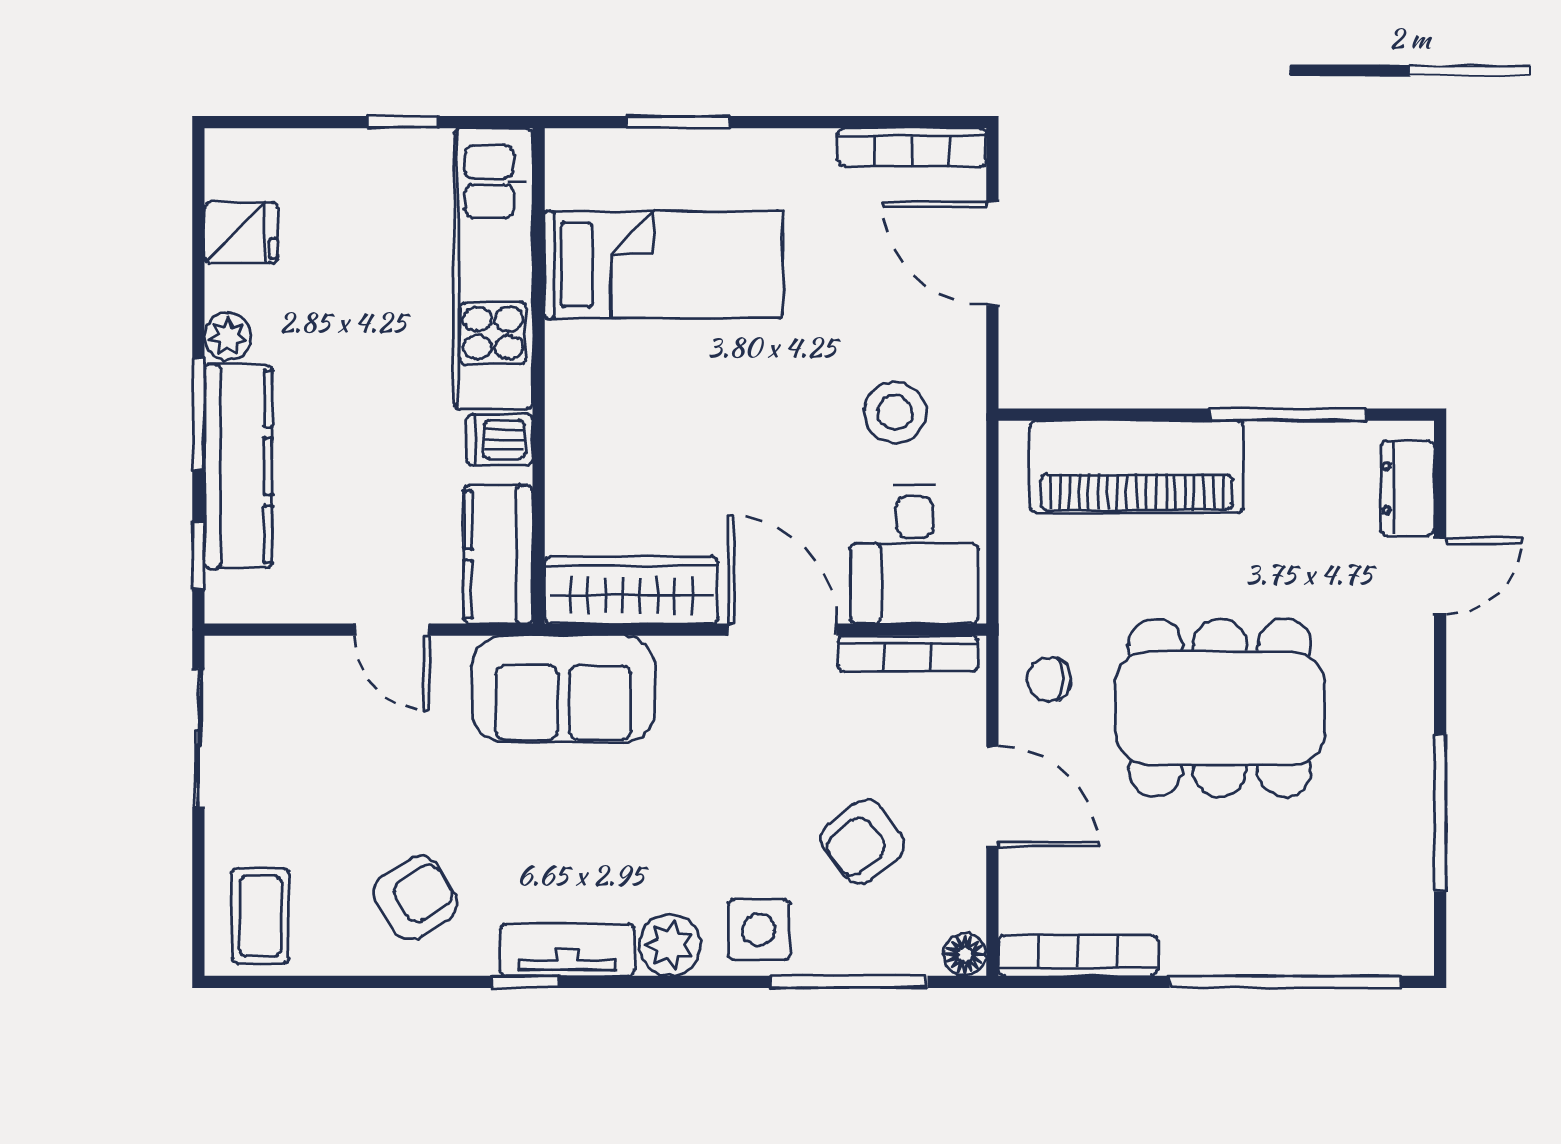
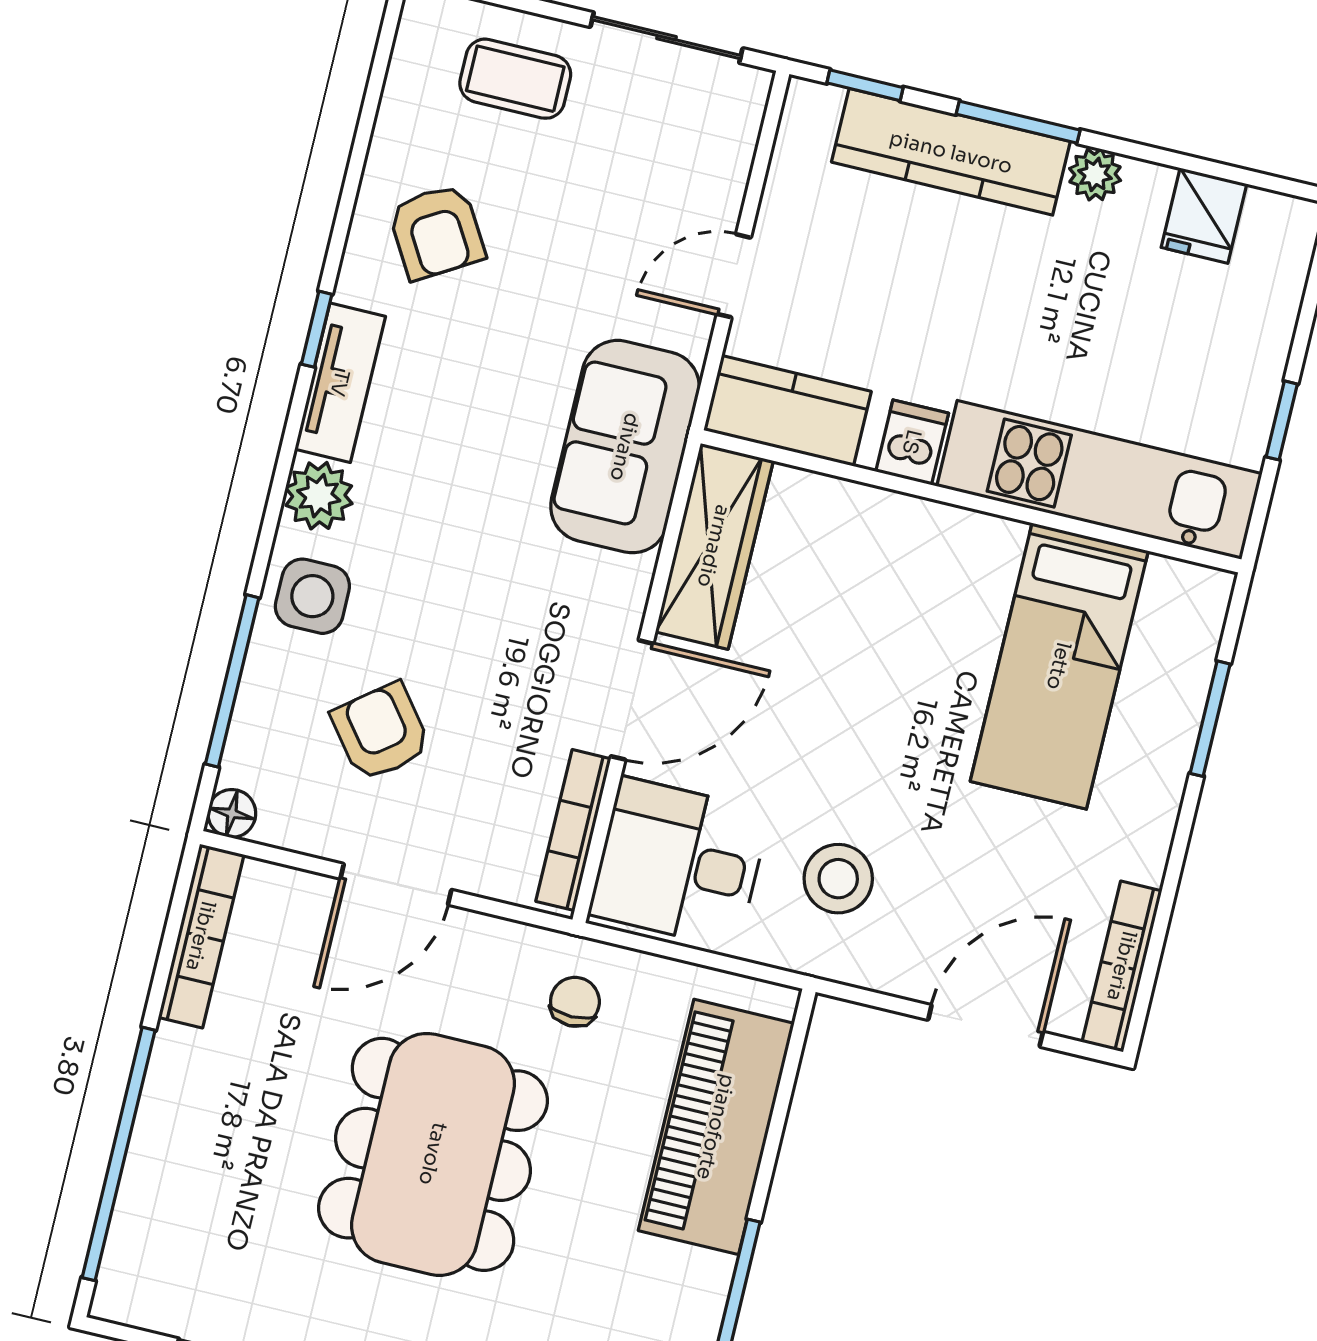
chair: (1049, 680) -> (575, 1002), moved
coffee table: (260, 916) -> (515, 79), moved

